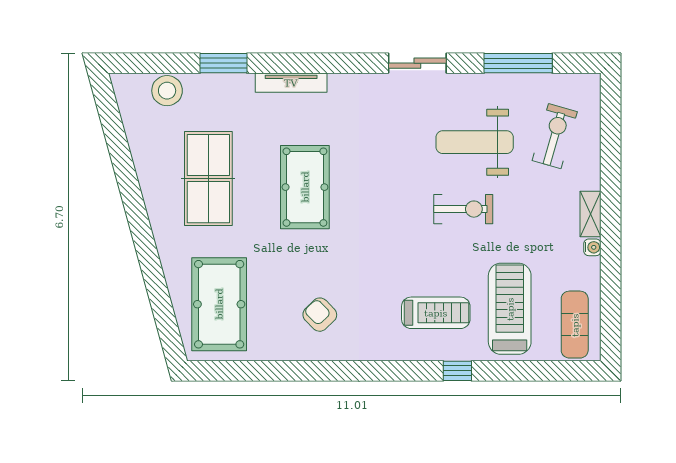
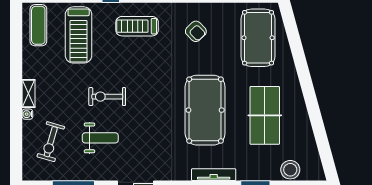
weight bench: (475, 142) -> (100, 138), width x0.73, depth x0.75
pool table: (305, 187) -> (205, 110), width x1.36, depth x1.32
water cooler: (592, 247) -> (27, 114), moved
treadmill: (436, 313) -> (137, 26), moved

